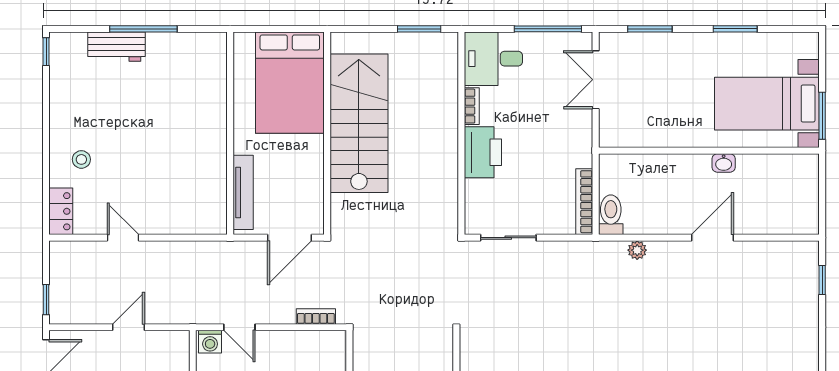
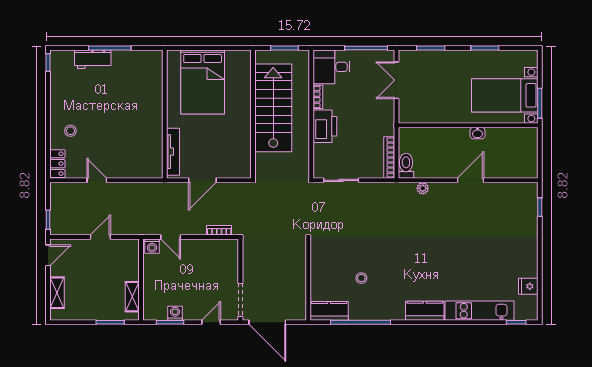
stairs: (359, 123) -> (273, 108), moved
wall: (327, 133) -> (253, 114), moved

